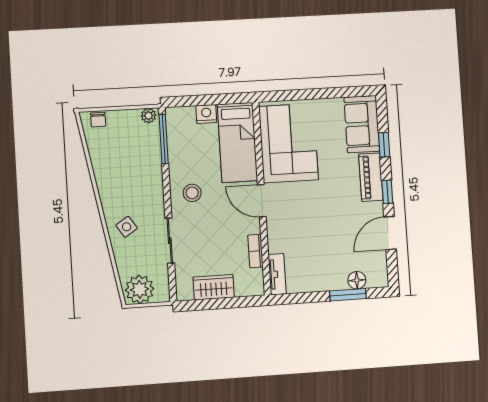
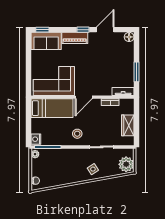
nightstand: (206, 114) -> (36, 139), moved
window: (384, 145) -> (42, 30), moved
door: (390, 233) -> (105, 30), swing flipped
floor lamp: (357, 280) -> (129, 37), moved
window: (348, 295) -> (136, 72), moved

